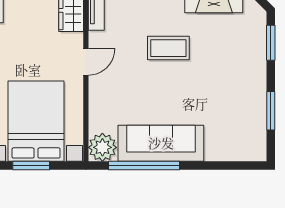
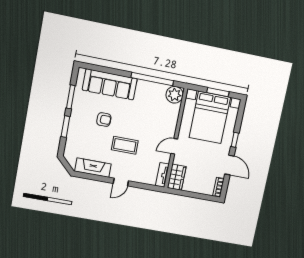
window: (271, 43) -> (65, 127), moved
armchair: (211, 84) -> (104, 120), added
sofa: (161, 143) -> (110, 84), moved

